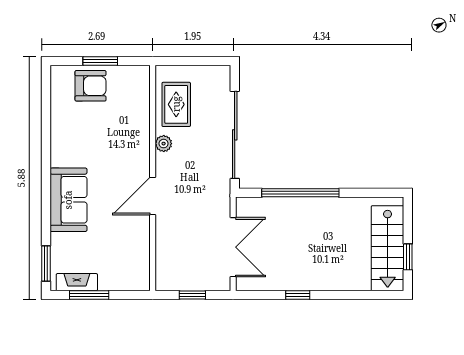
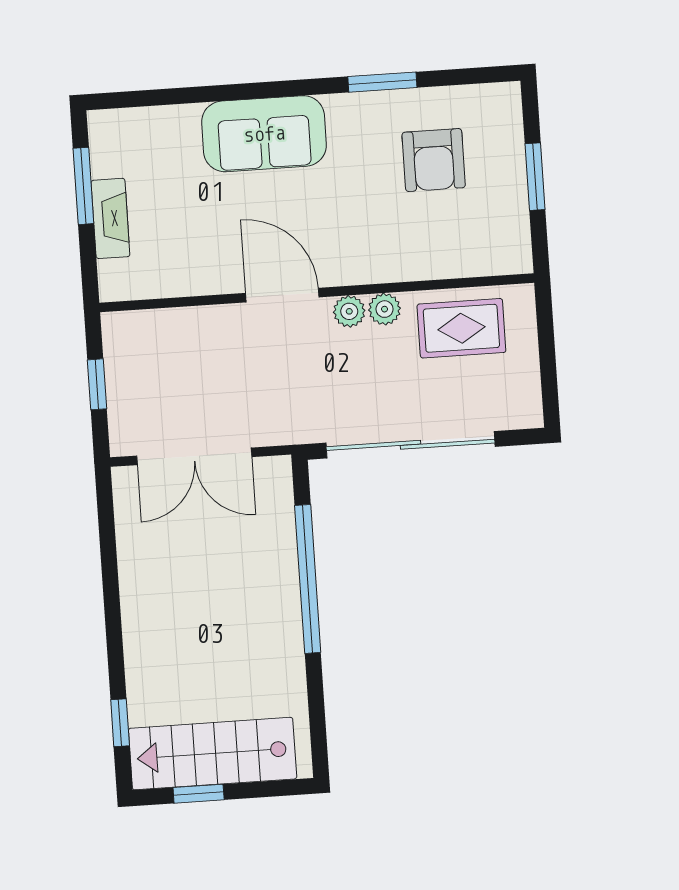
armchair: (91, 86) -> (434, 160), moved
plant: (163, 162) -> (349, 311), added
window: (46, 263) -> (382, 82), moved
fireplace: (77, 282) -> (110, 218), moved
window: (298, 295) -> (120, 723), moved

